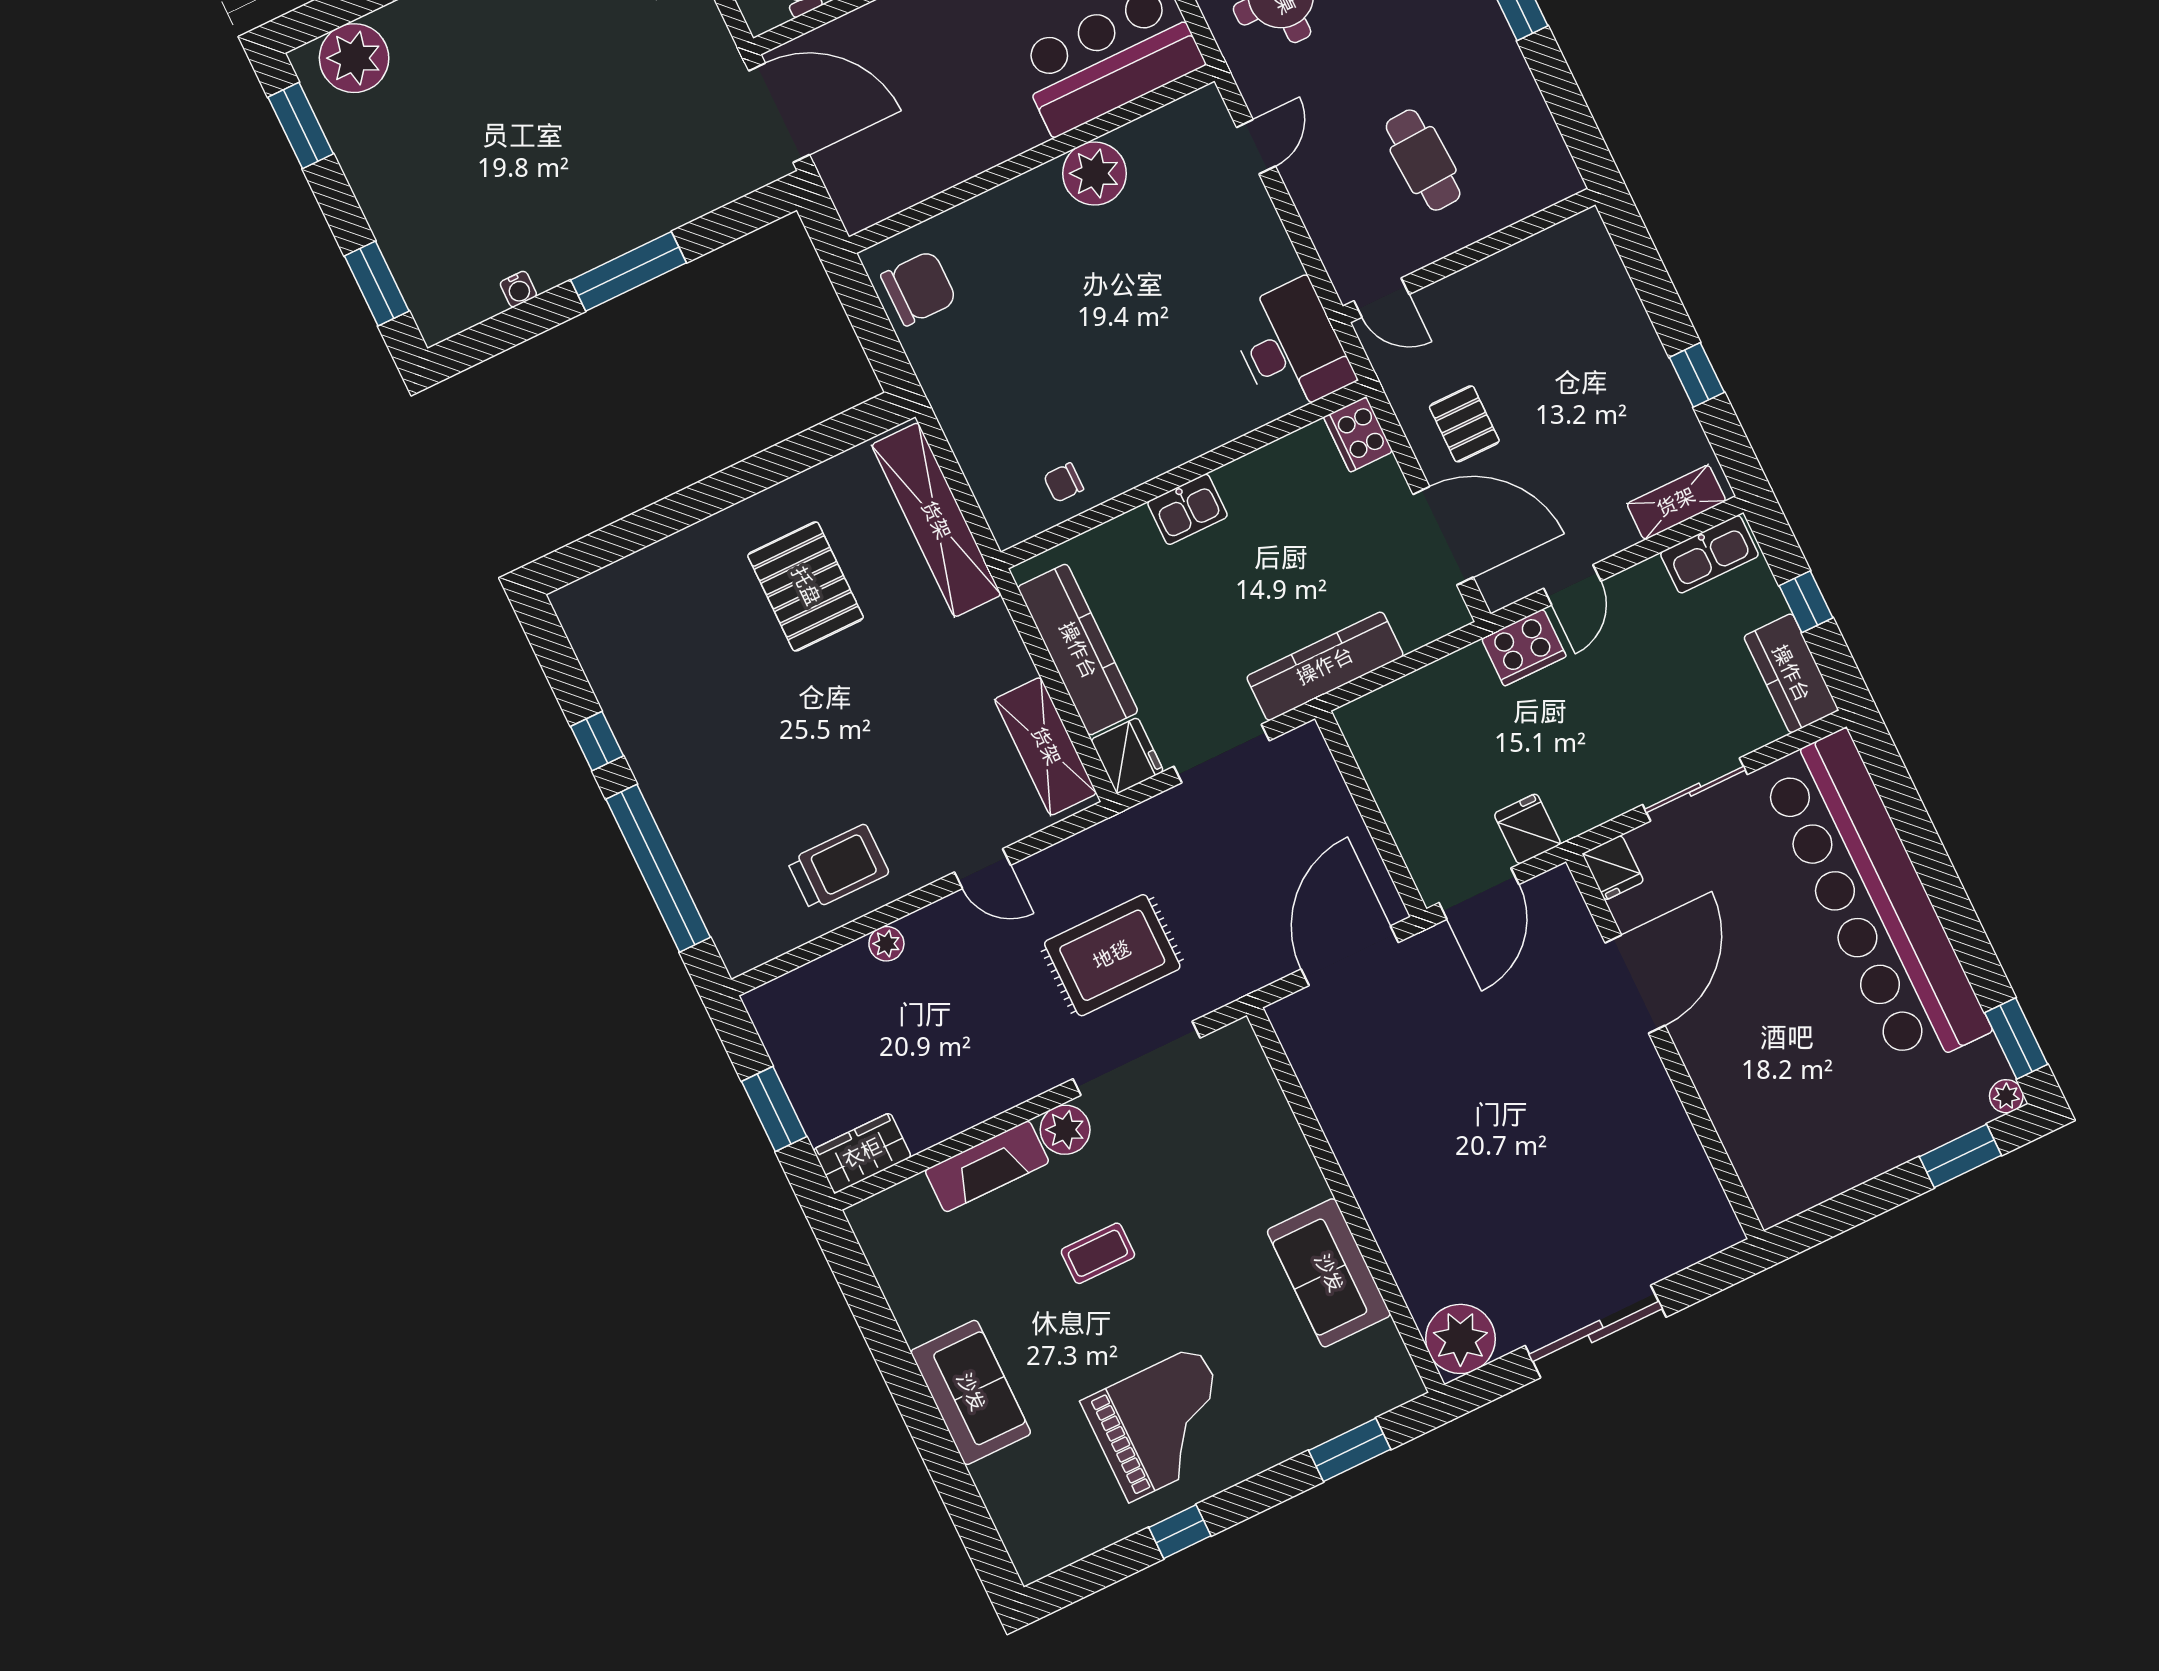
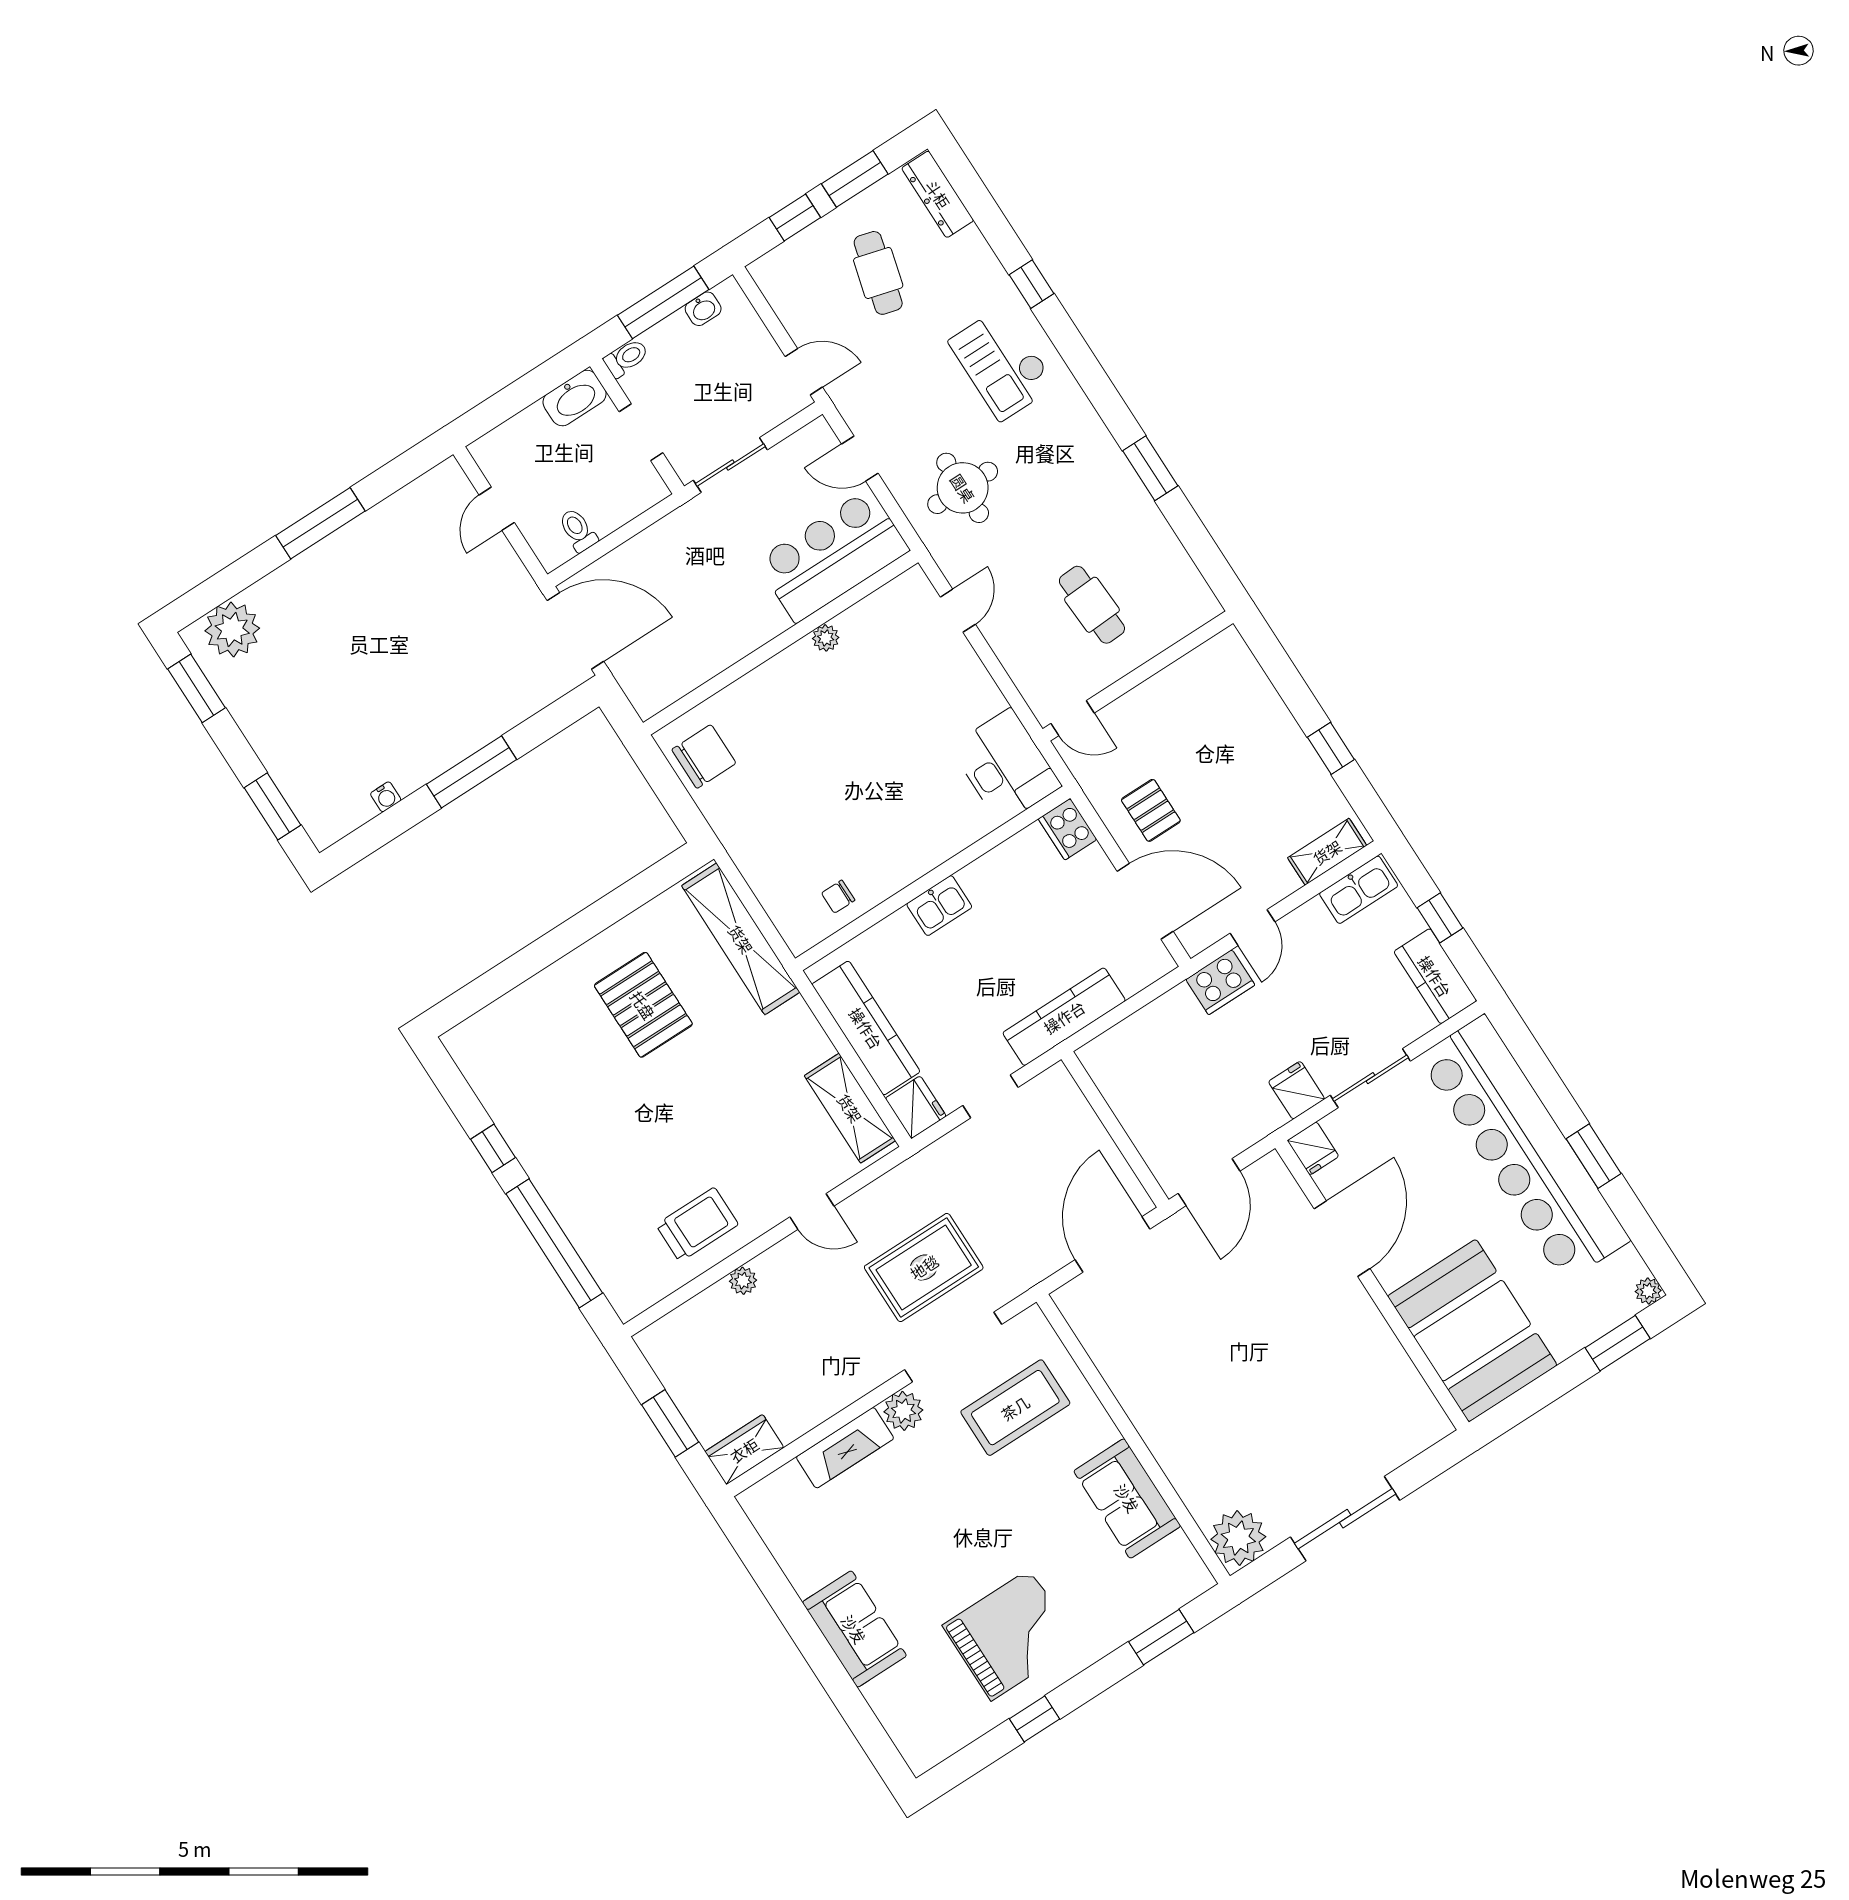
plant: (1094, 173) -> (826, 638), width x0.53, depth x0.53
doorway: (1222, 754) -> (991, 1096), width x0.73
fridge: (1527, 829) -> (1297, 1090), moved
window: (2016, 1038) -> (1594, 1156), moved
booth: (1782, 1118) -> (1472, 1331), added
coffee table: (1098, 1253) -> (1015, 1408), moved, width x1.86, depth x1.72

